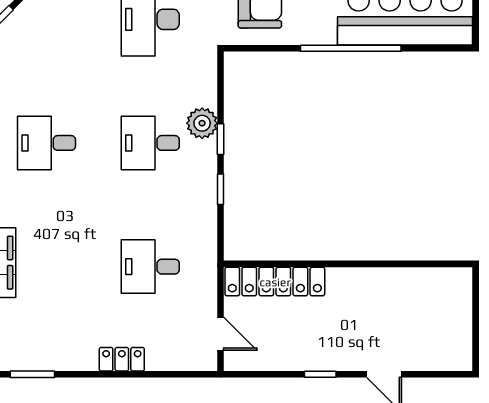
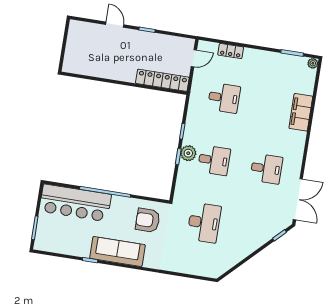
plant: (202, 123) -> (188, 153), moved
door: (221, 334) -> (194, 58), swing flipped
locker: (122, 359) -> (231, 51), moved

